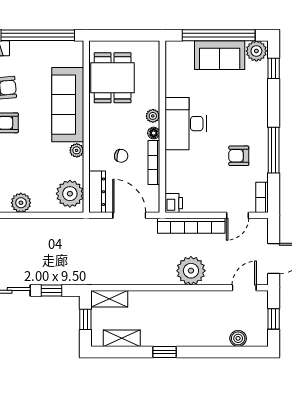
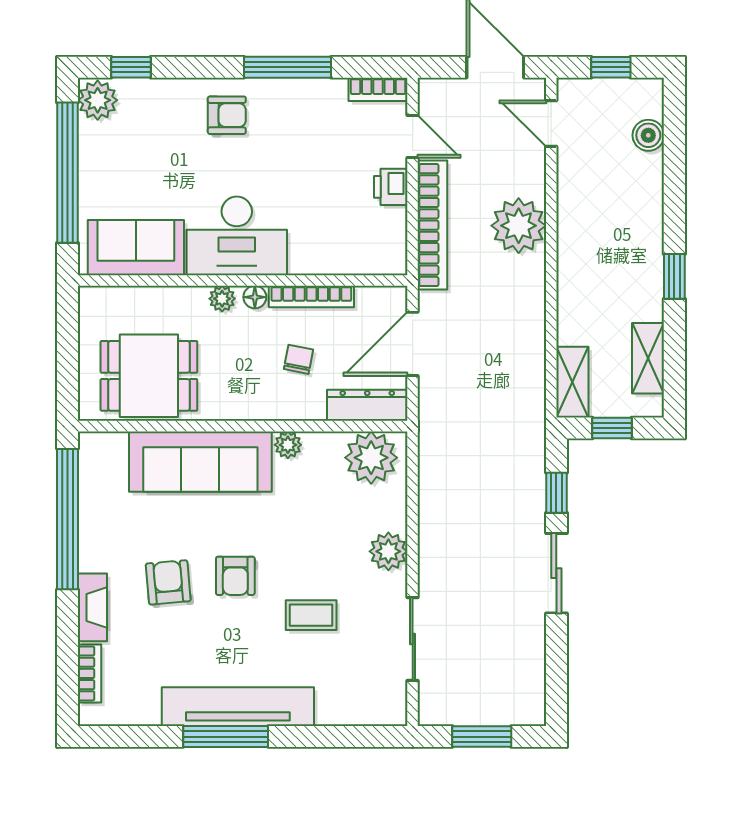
sofa: (220, 55) -> (136, 248), moved, turned -90
armchair: (239, 156) -> (227, 115), moved, turned -90
printer: (174, 203) -> (391, 187), moved, turned -90

